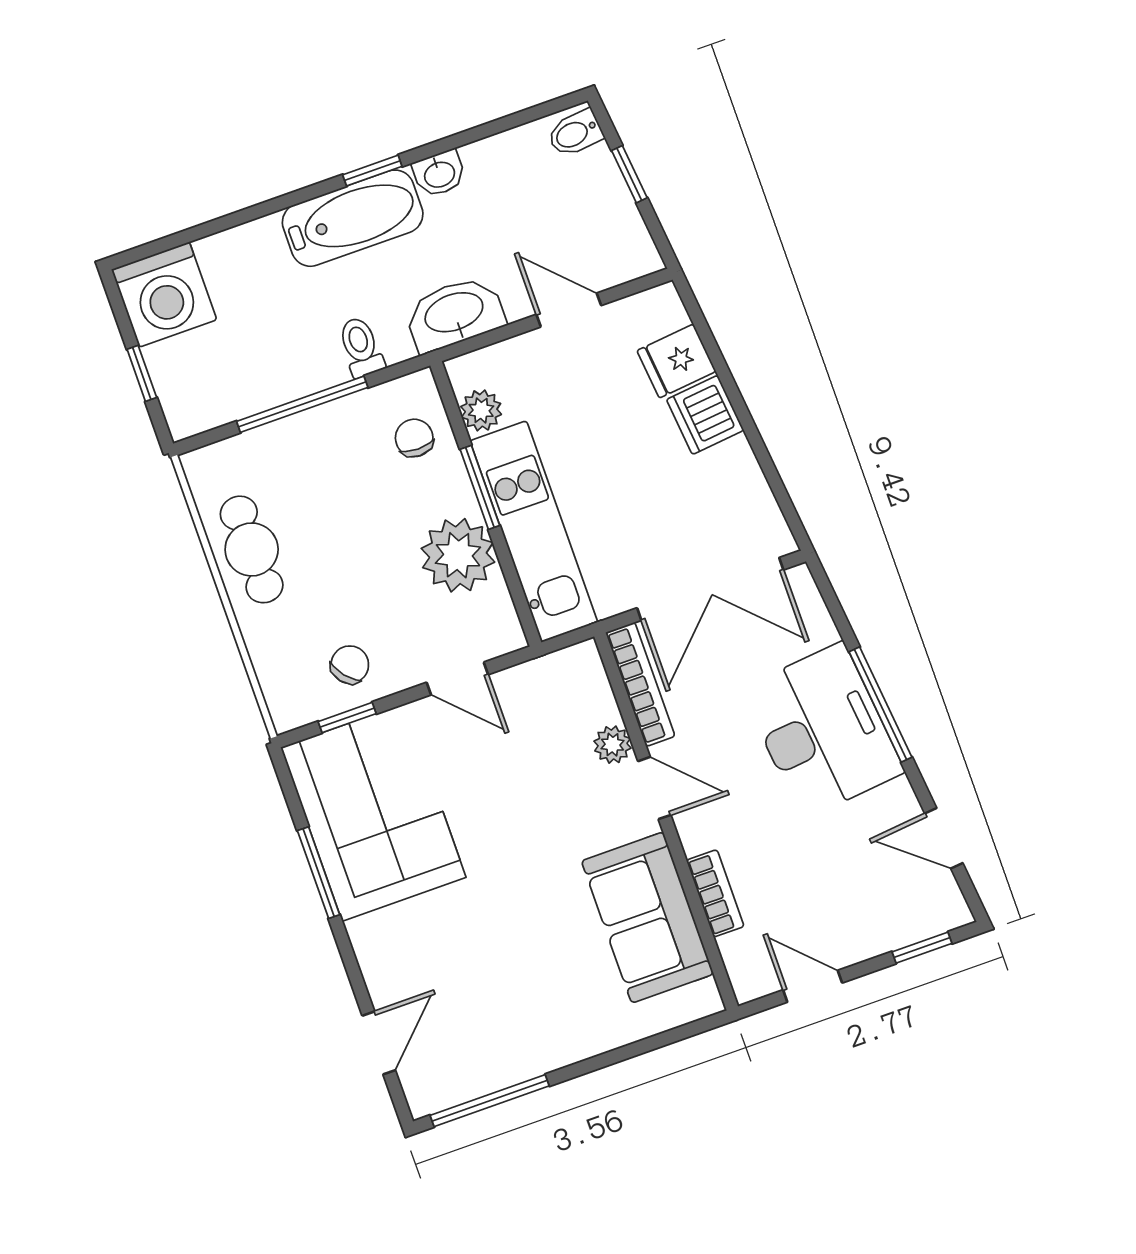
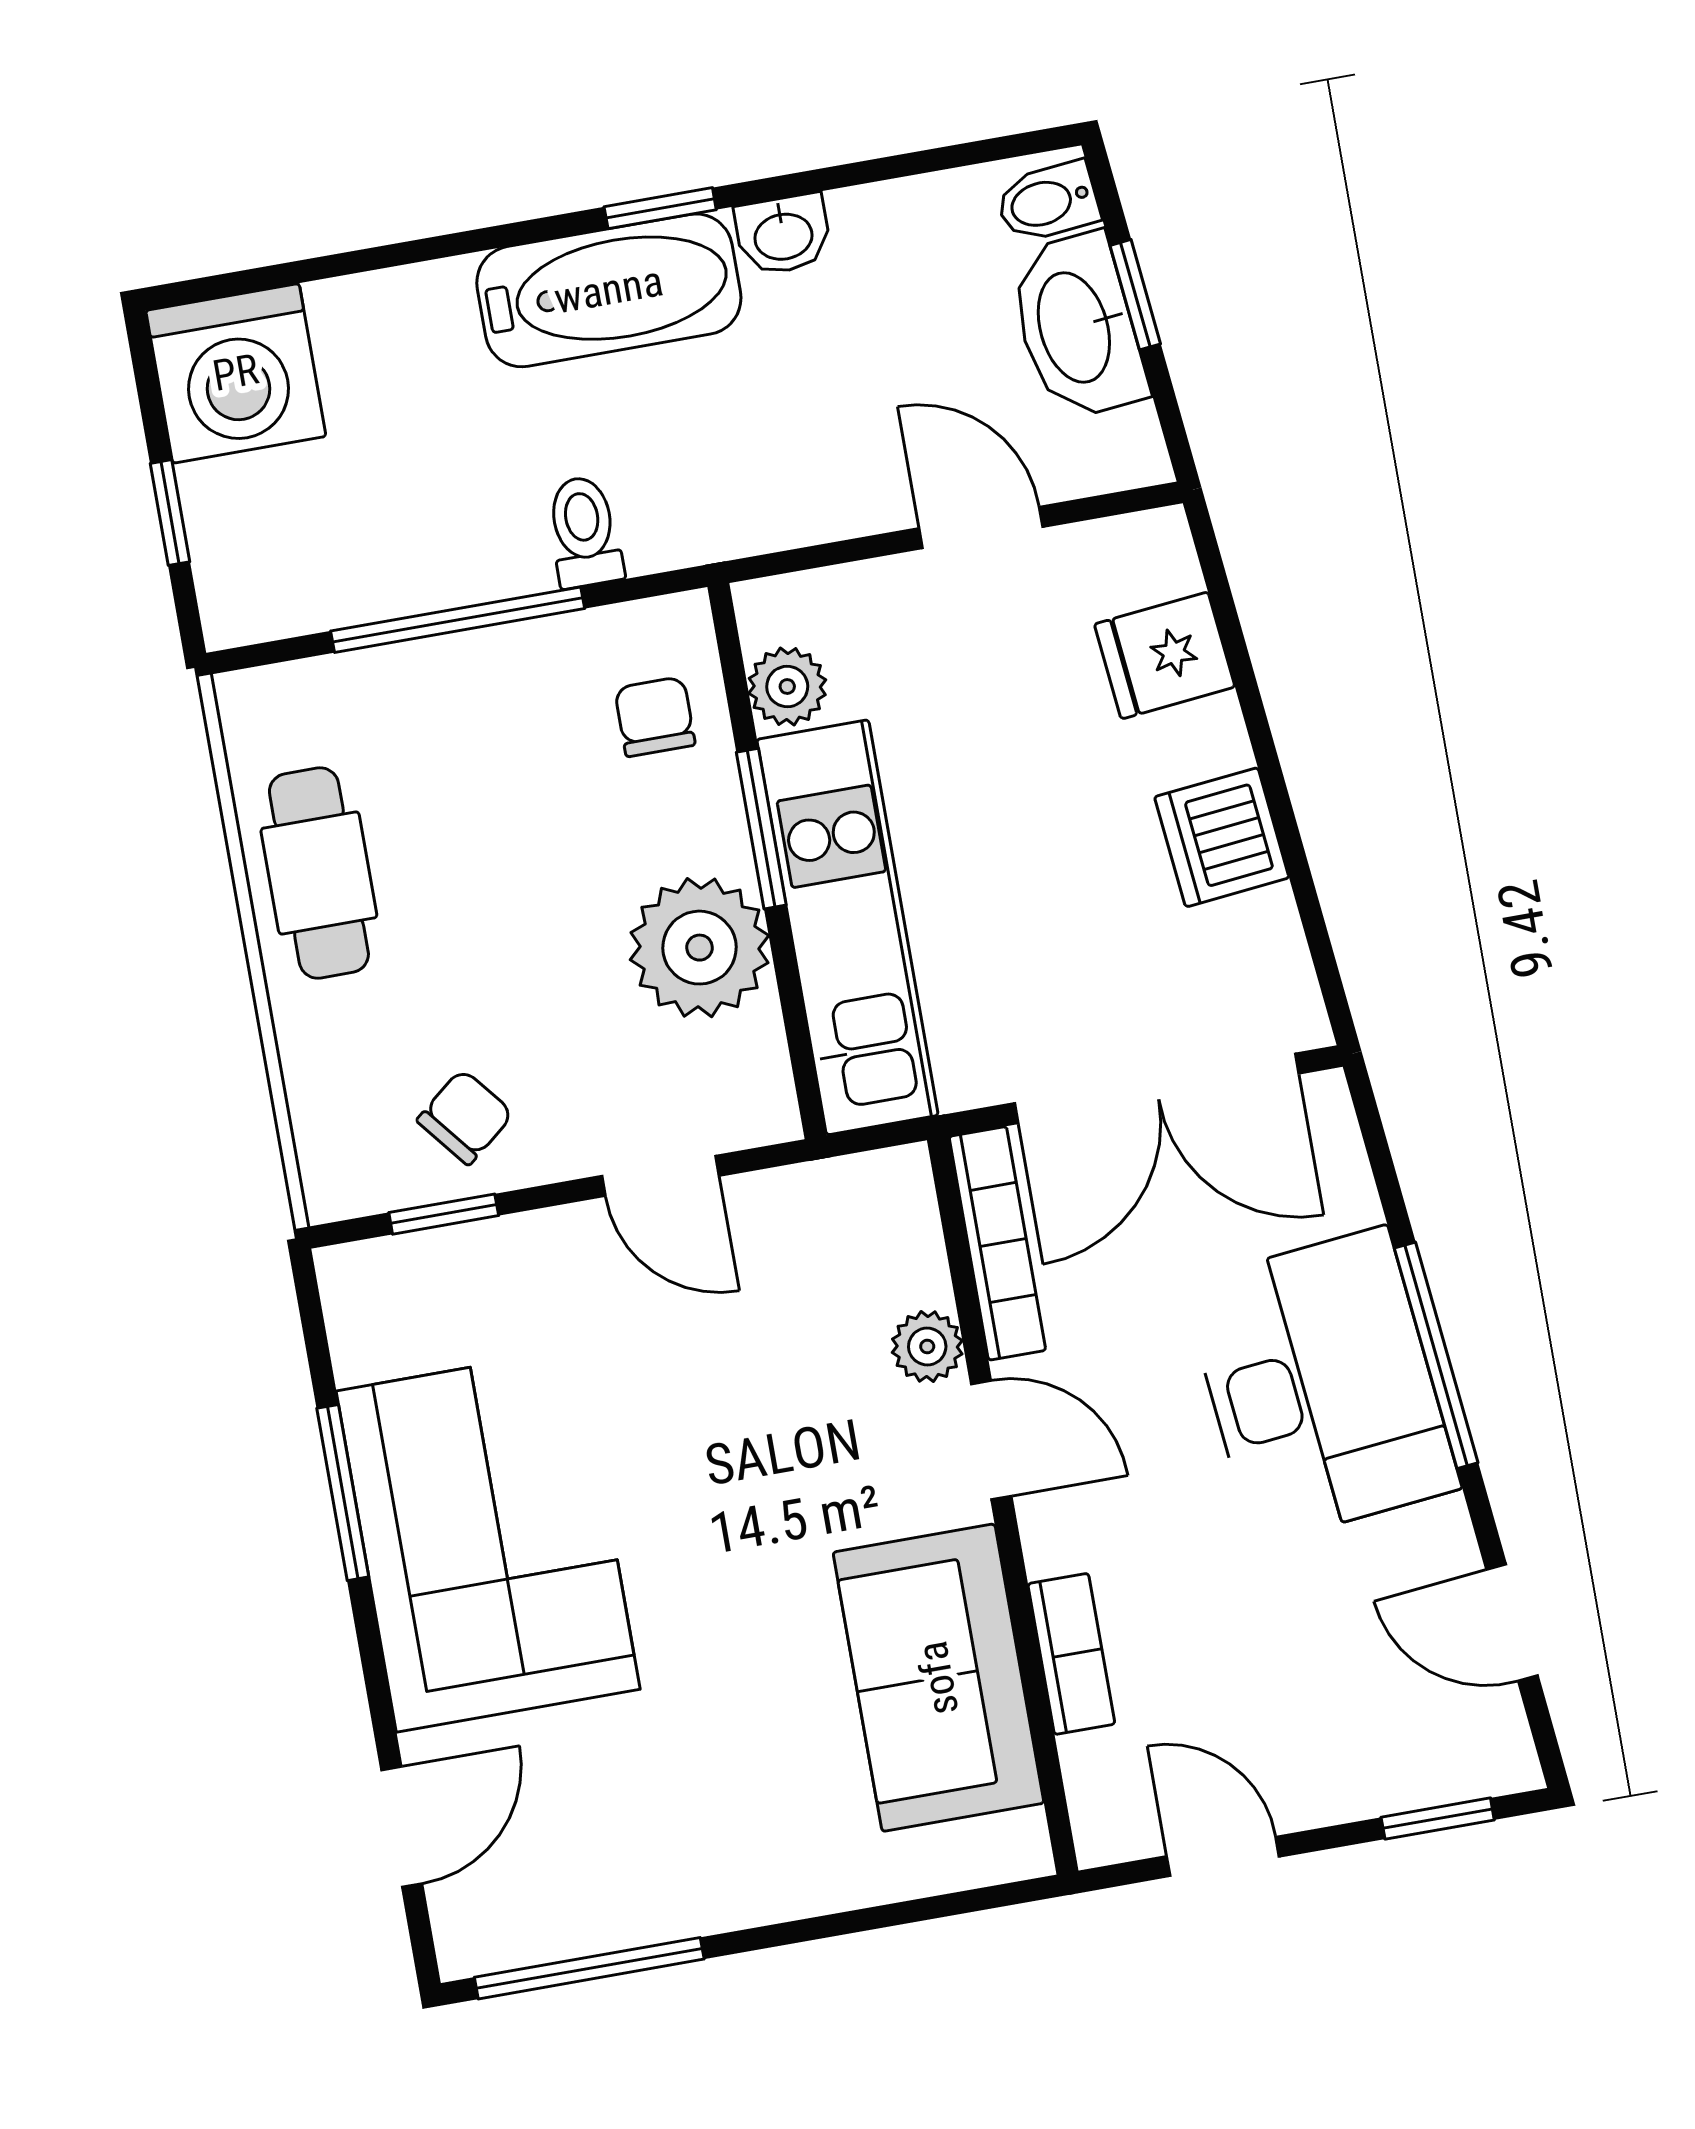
washbasin: (455, 314) -> (1077, 327), moved, turned -96
dishwasher: (705, 415) -> (1222, 837), moved
corner sofa: (373, 812) -> (488, 1540), moved

